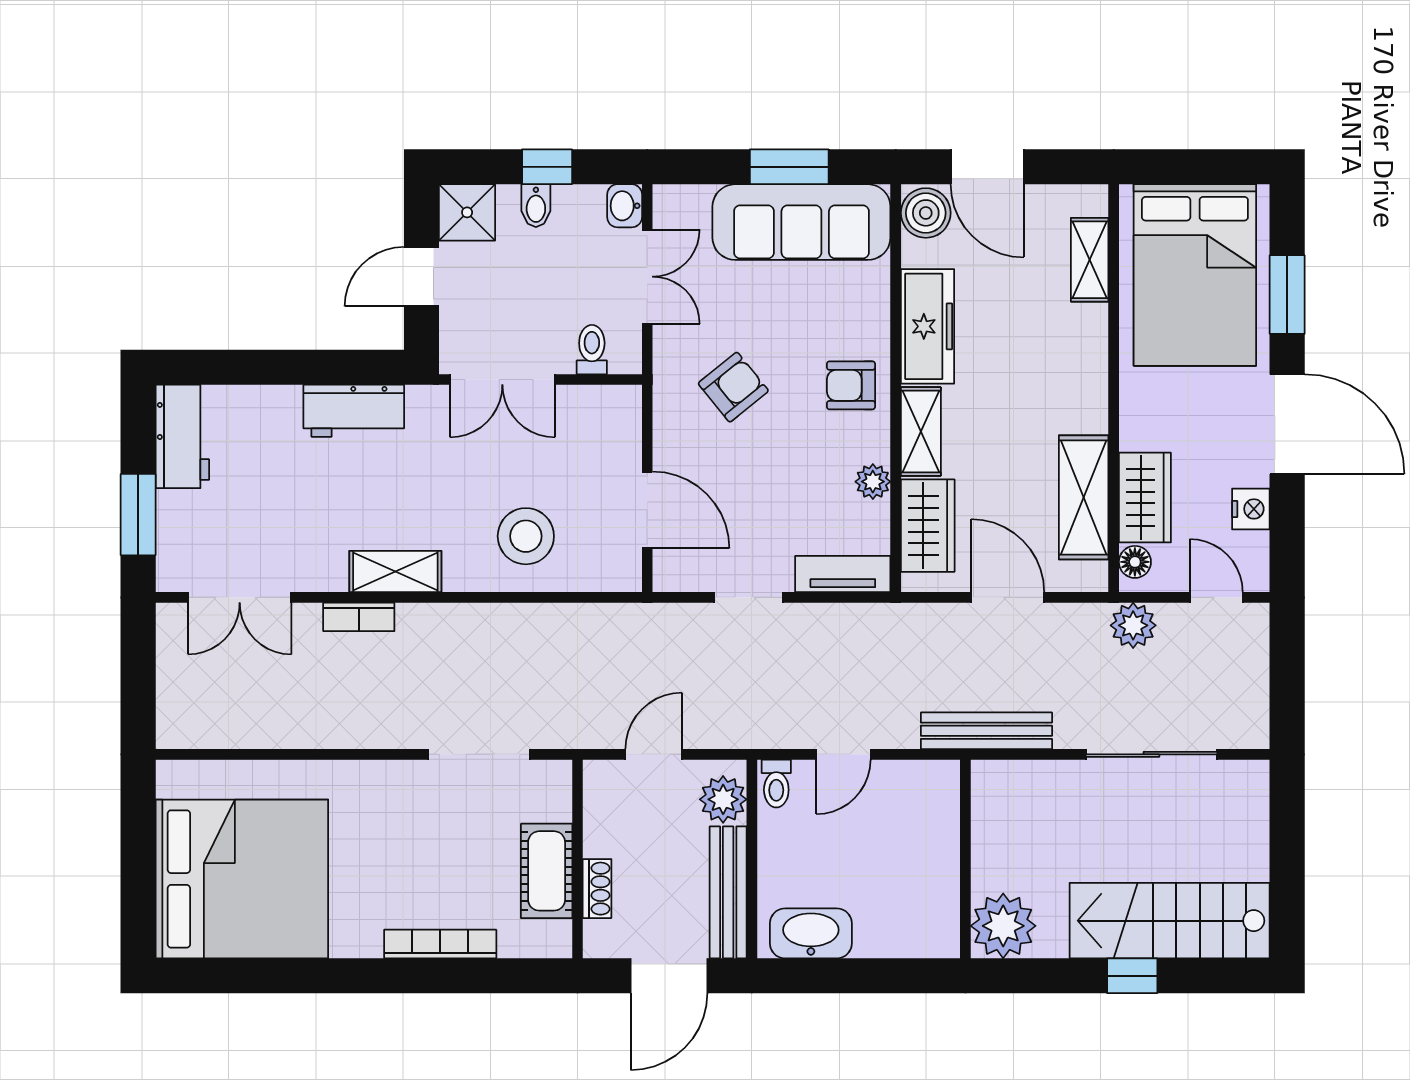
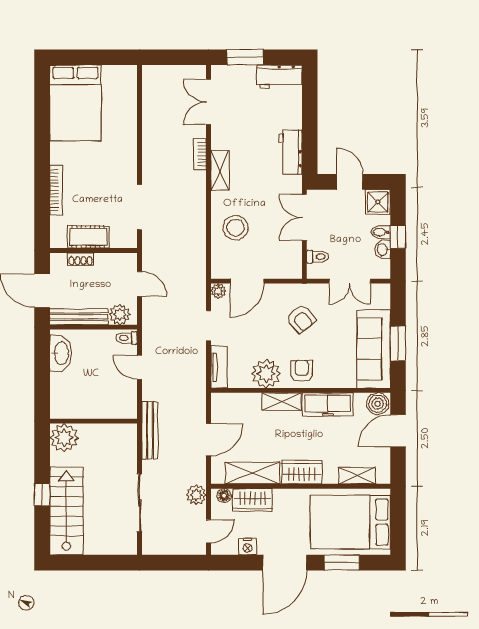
washbasin: (625, 206) -> (383, 250), moved, turned -90
plant: (873, 482) -> (266, 374), width x1.88, depth x1.88
wardrobe: (928, 526) -> (302, 472), moved, turned 180
plant: (669, 575) -> (218, 291), added
bed: (242, 879) -> (75, 103), width x0.73

